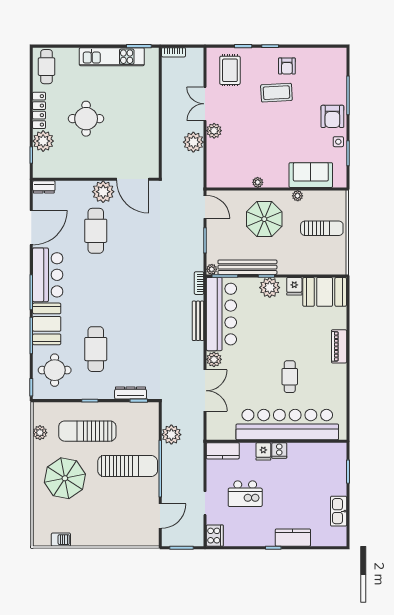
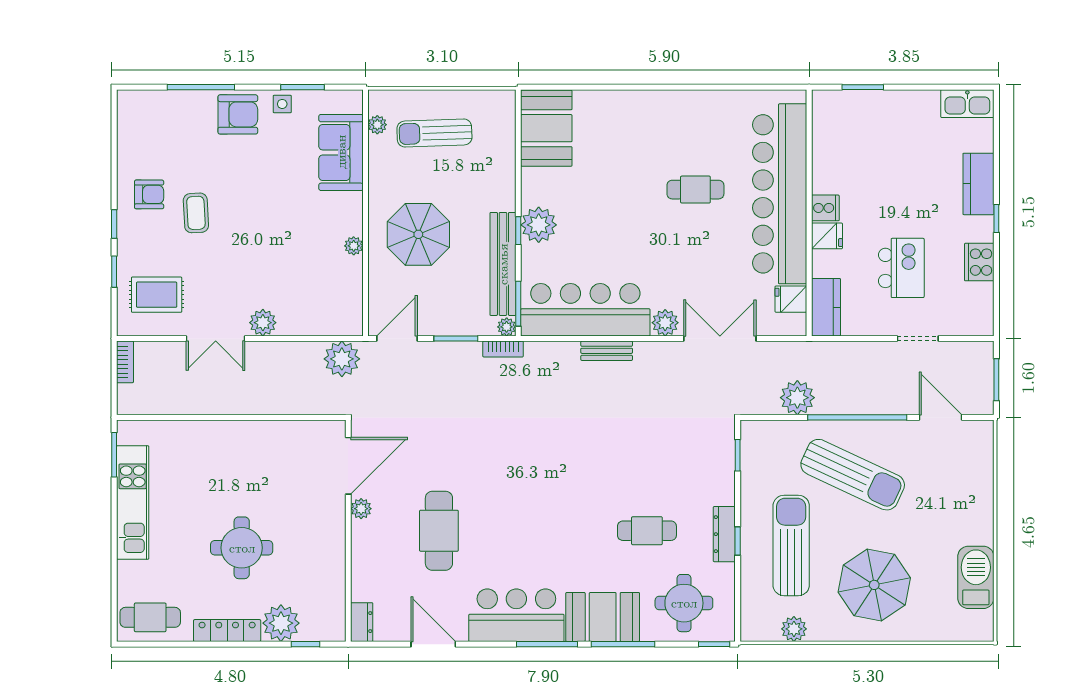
bookcase: (173, 52) -> (125, 362), moved
coffee table: (276, 93) -> (196, 213), width x0.73, depth x0.77
plant: (193, 142) -> (342, 359), moved
plant: (103, 192) -> (361, 509), width x0.53, depth x0.53
plant: (298, 196) -> (377, 125), moved
door: (31, 228) -> (433, 644), width x0.73
sun lounger: (322, 228) -> (434, 133), turned -92
cafe table: (96, 231) -> (439, 531), turned 90
bookcase: (199, 283) -> (503, 349), moved
fridge: (294, 286) -> (791, 299), moved, turned 180
bench: (198, 321) -> (607, 351), width x0.73
piano: (339, 346) -> (642, 103), removed
cafe table: (96, 349) -> (647, 531), width x0.73, depth x0.74
dresser: (131, 393) -> (724, 534), moved
sun lounger: (87, 431) -> (791, 545), turned 180
sun lounger: (128, 466) -> (853, 475), turned 115
kitchen sink: (339, 511) -> (967, 104), moved
cooker: (215, 536) -> (979, 262), moved, turned -90
barbecue: (61, 540) -> (976, 577), width x1.88, depth x1.53

